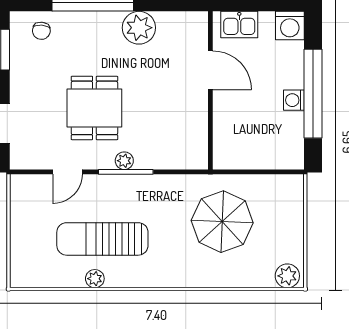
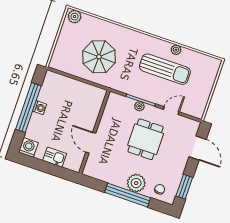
plant: (139, 28) -> (136, 183), moved
door: (210, 70) -> (91, 143), moved
wall: (210, 90) -> (94, 132), moved

